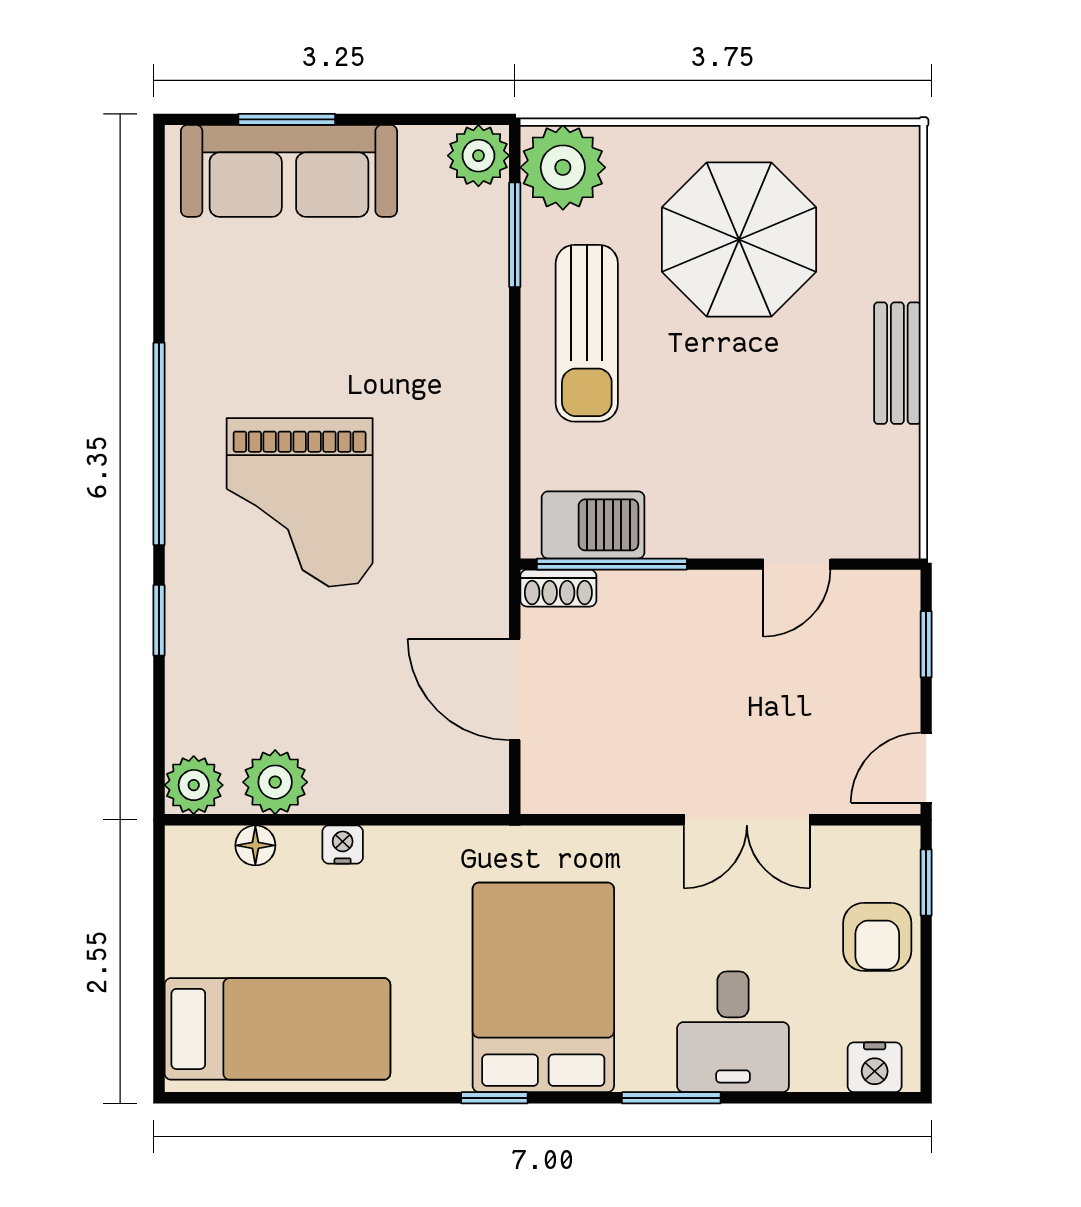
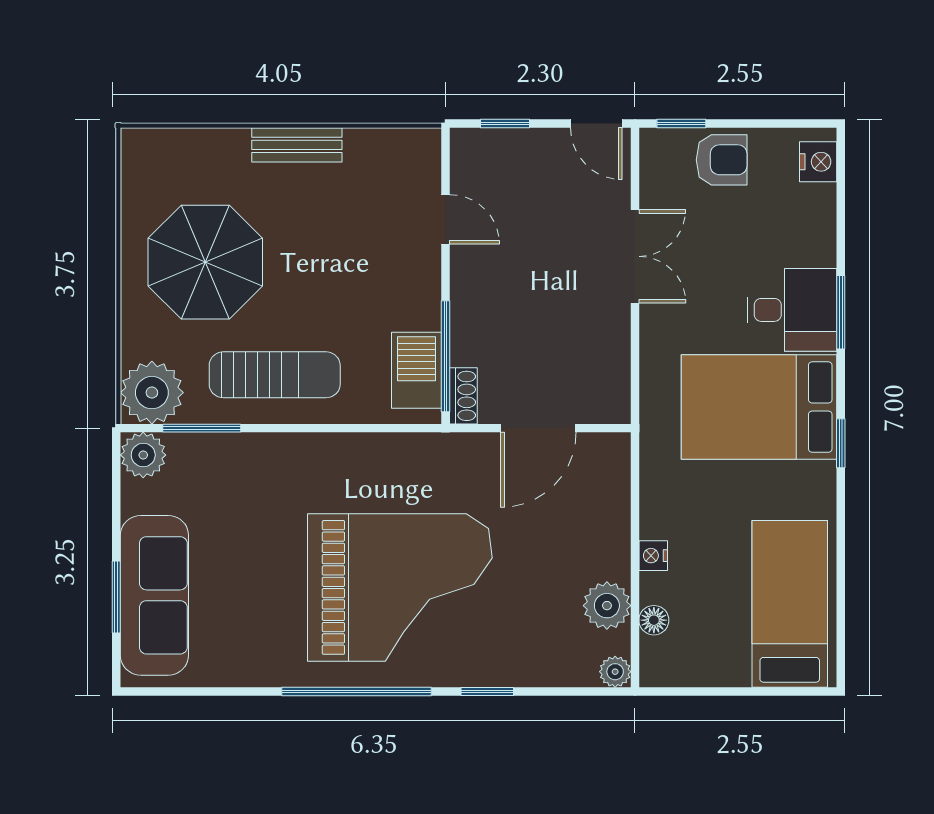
grand piano: (300, 502) -> (400, 587), width x1.37, depth x1.48
plant: (194, 785) -> (615, 672), width x0.73, depth x0.73
desk: (733, 1032) -> (792, 310), moved

